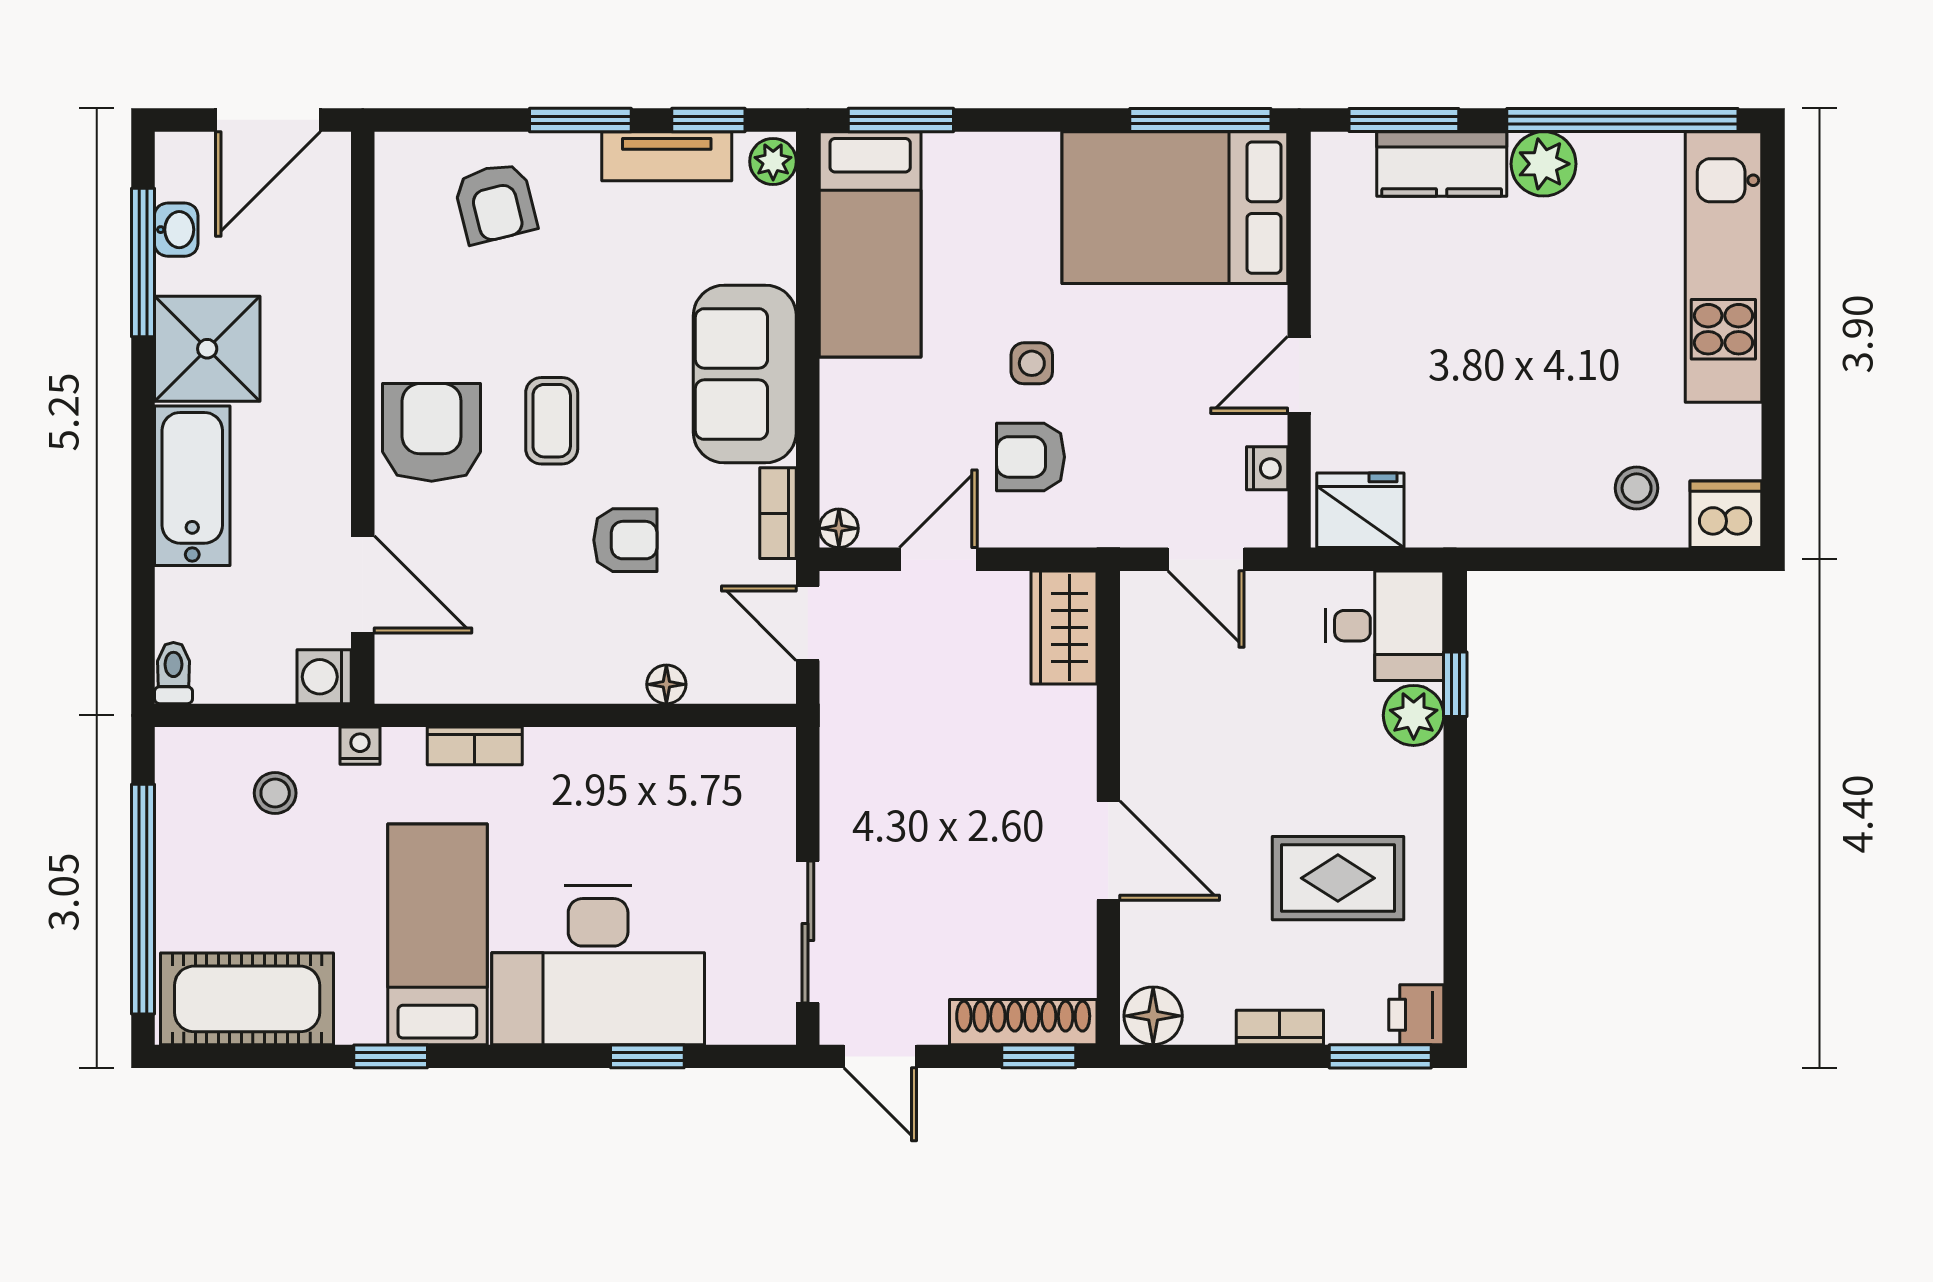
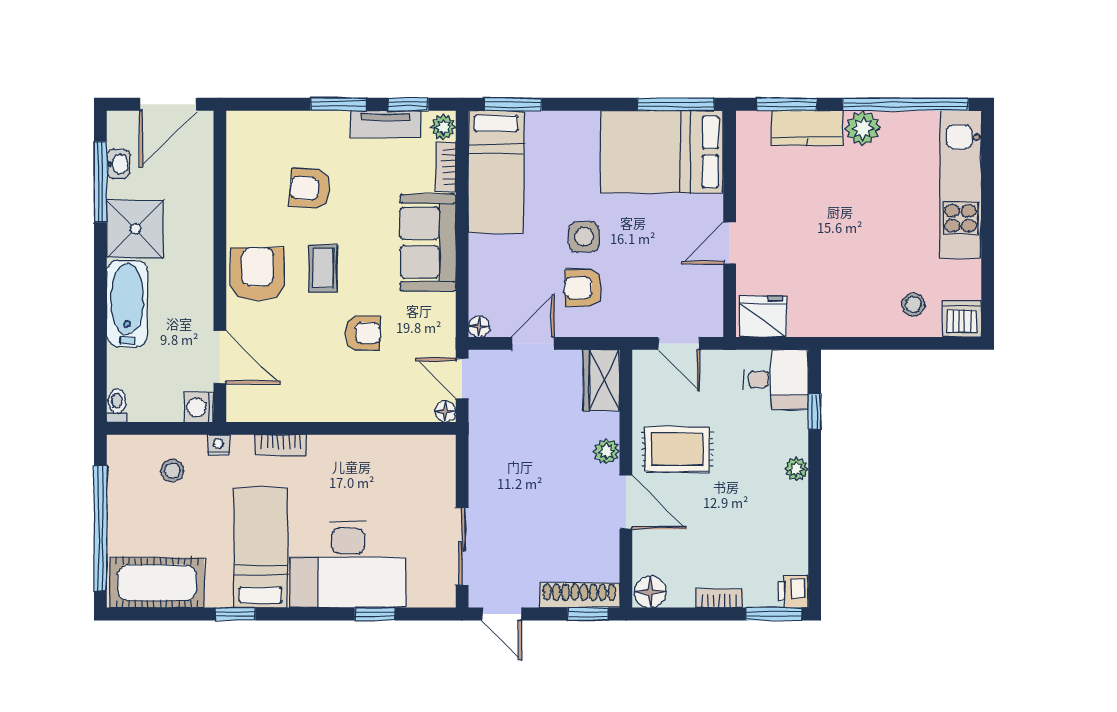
armchair: (495, 203) -> (310, 189), moved, turned 109
side table: (1032, 363) -> (584, 237), width x1.37, depth x1.37
nightstand: (1267, 468) -> (712, 294), removed
bookcase: (778, 513) -> (446, 167), moved
floor lamp: (666, 684) -> (445, 411), moved
plant: (1414, 715) -> (796, 469), moved, width x0.73, depth x0.73
plant: (1073, 758) -> (606, 451), added
rug: (1338, 878) -> (678, 449), moved

